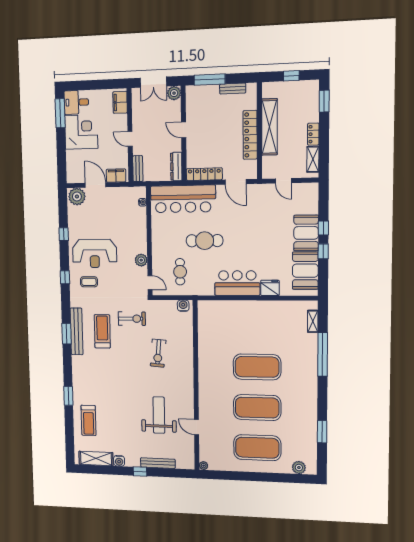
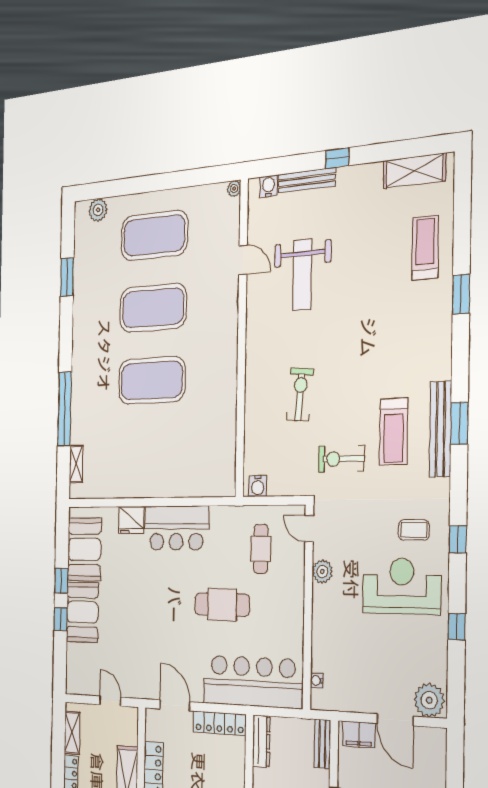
water cooler: (119, 461) -> (268, 186), moved

